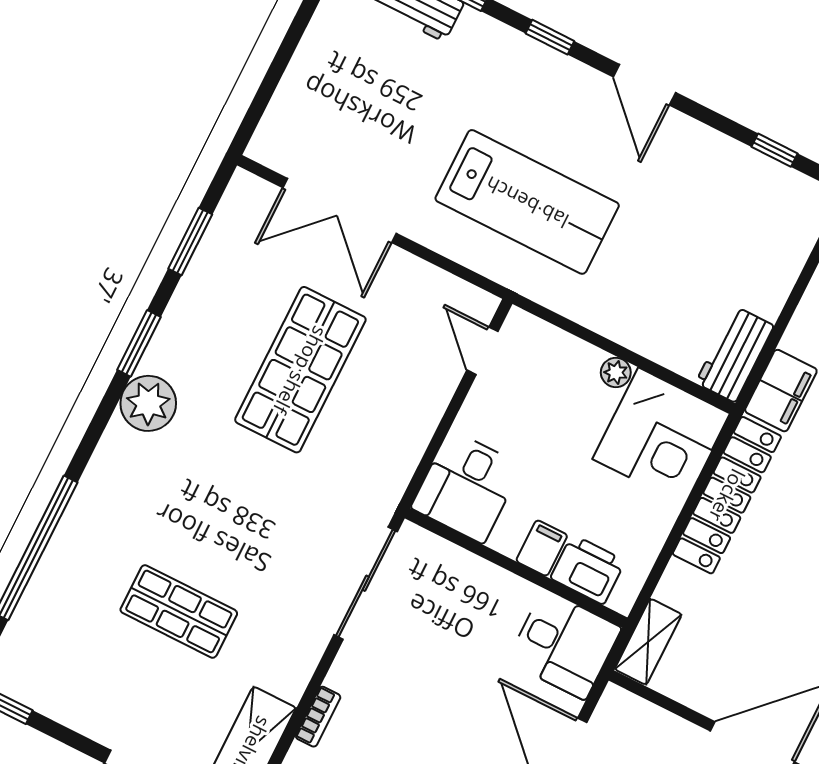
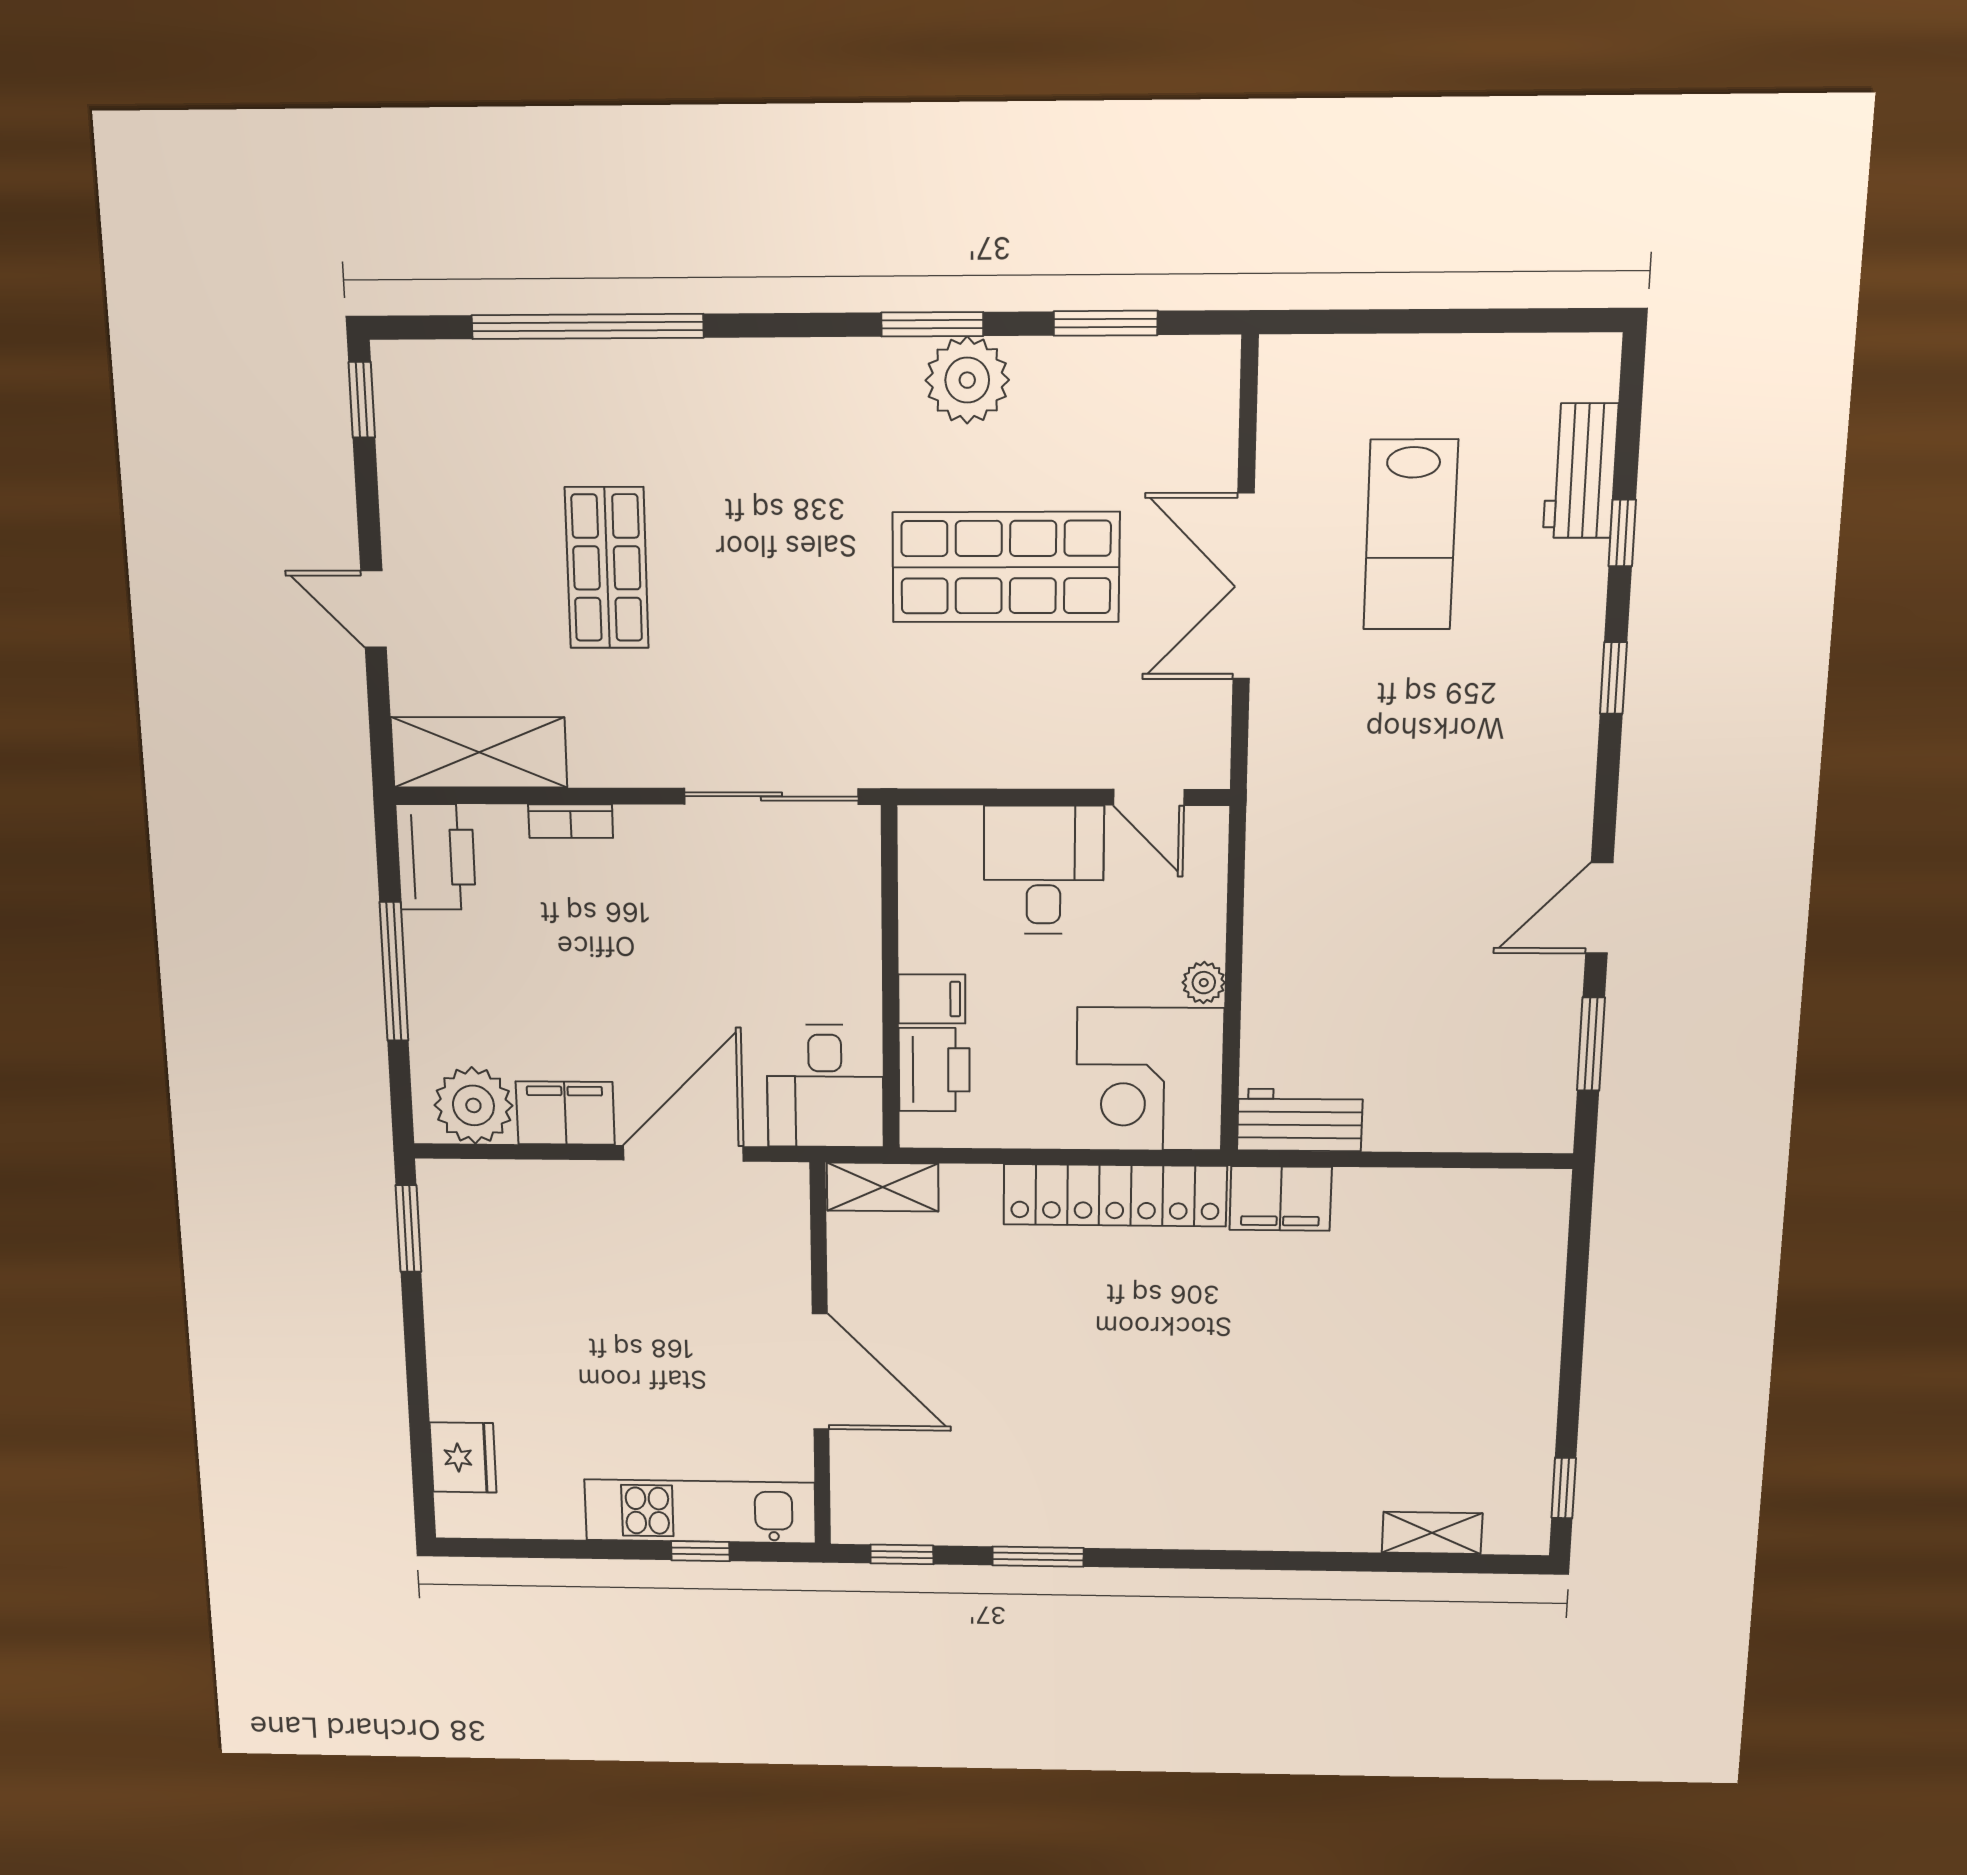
door: (644, 85) -> (1599, 908), moved
window: (774, 150) -> (1591, 1044), width x1.50
lab bench: (527, 202) -> (1411, 535), moved, width x0.73, depth x0.72
double door: (340, 211) -> (1244, 587), moved
door: (482, 351) -> (1149, 797), swing flipped
plant: (148, 403) -> (967, 380), moved
desk: (467, 487) -> (1044, 870), moved, turned 90

